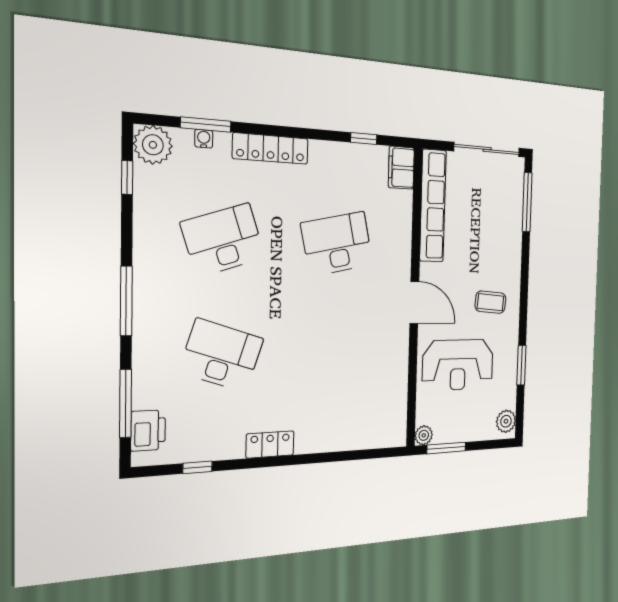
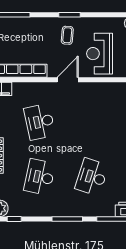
desk: (223, 240) -> (40, 177), turned 30
reception desk: (458, 365) -> (100, 54), turned 180
window: (521, 365) -> (69, 15), moved

